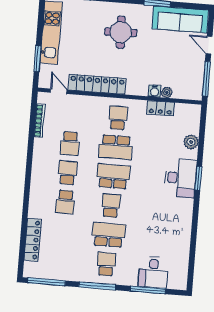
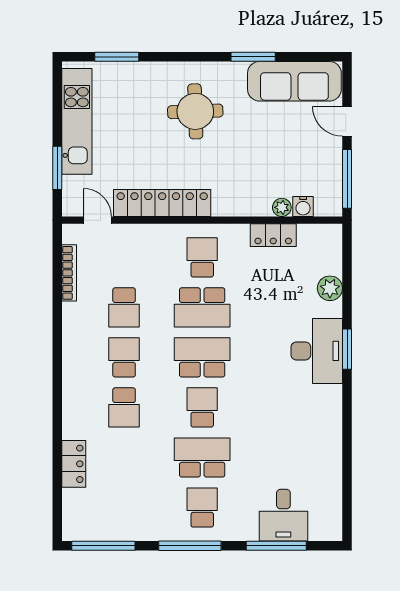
water cooler: (154, 91) -> (303, 207), moved
locker: (33, 240) -> (74, 464), width x0.66

